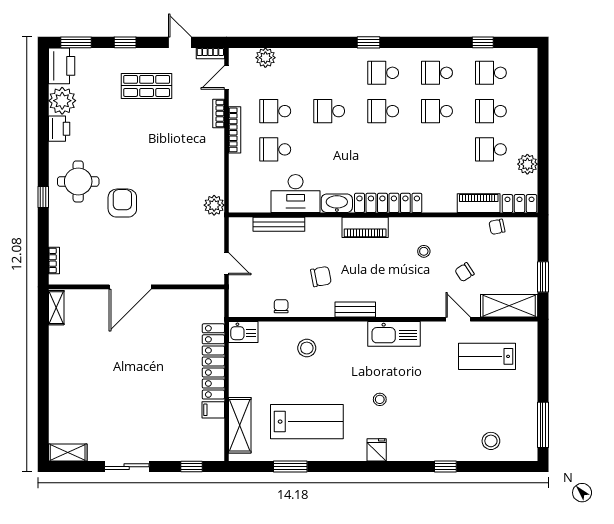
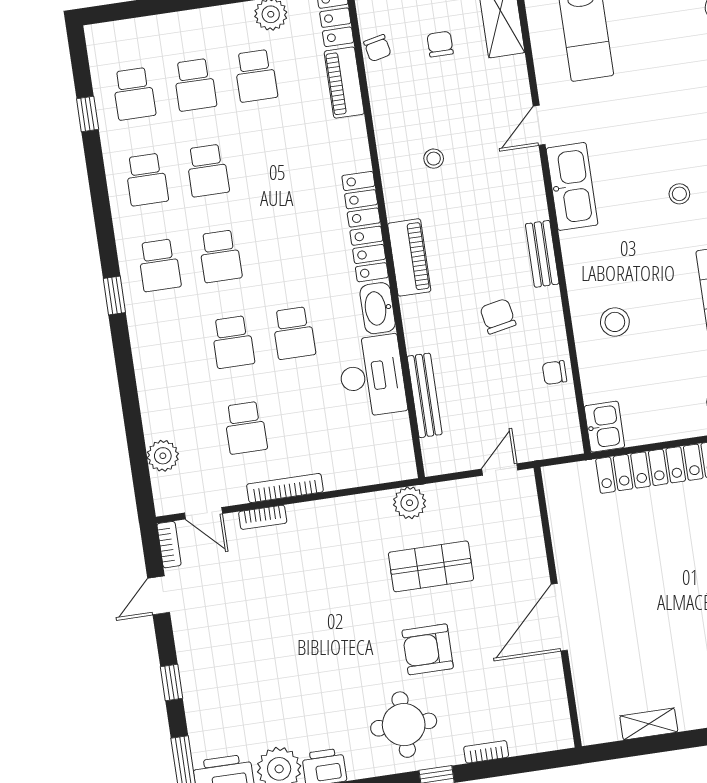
shop shelf: (147, 86) -> (431, 566), moved, turned 90
school desk: (275, 149) -> (294, 333), moved
bookcase: (54, 260) -> (486, 752), moved
chair: (465, 272) -> (440, 44), moved, turned -147
door: (130, 287) -> (559, 617), swing flipped
shelving: (56, 308) -> (649, 724), moved
door: (458, 319) -> (539, 125), moved

